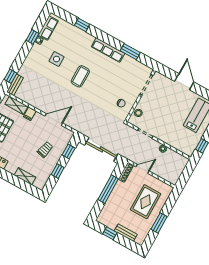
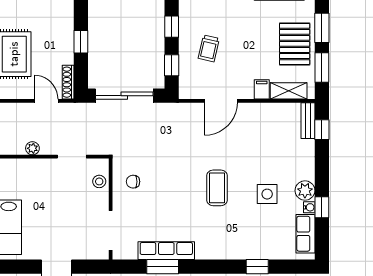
plant: (36, 50) -> (305, 191), added
row of seats: (108, 50) -> (166, 251), moved
door: (143, 169) -> (46, 101), swing flipped
window: (108, 189) -> (81, 42), width x0.46

